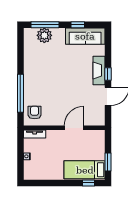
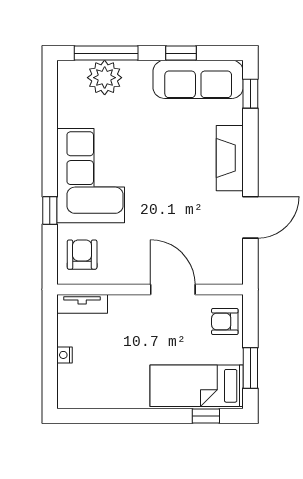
window: (108, 74) -> (250, 94), moved
corner sofa: (38, 78) -> (91, 176), added
window: (20, 93) -> (50, 211), width x0.32
door: (74, 128) -> (173, 289), hinge flipped
armchair: (97, 142) -> (225, 321), added

